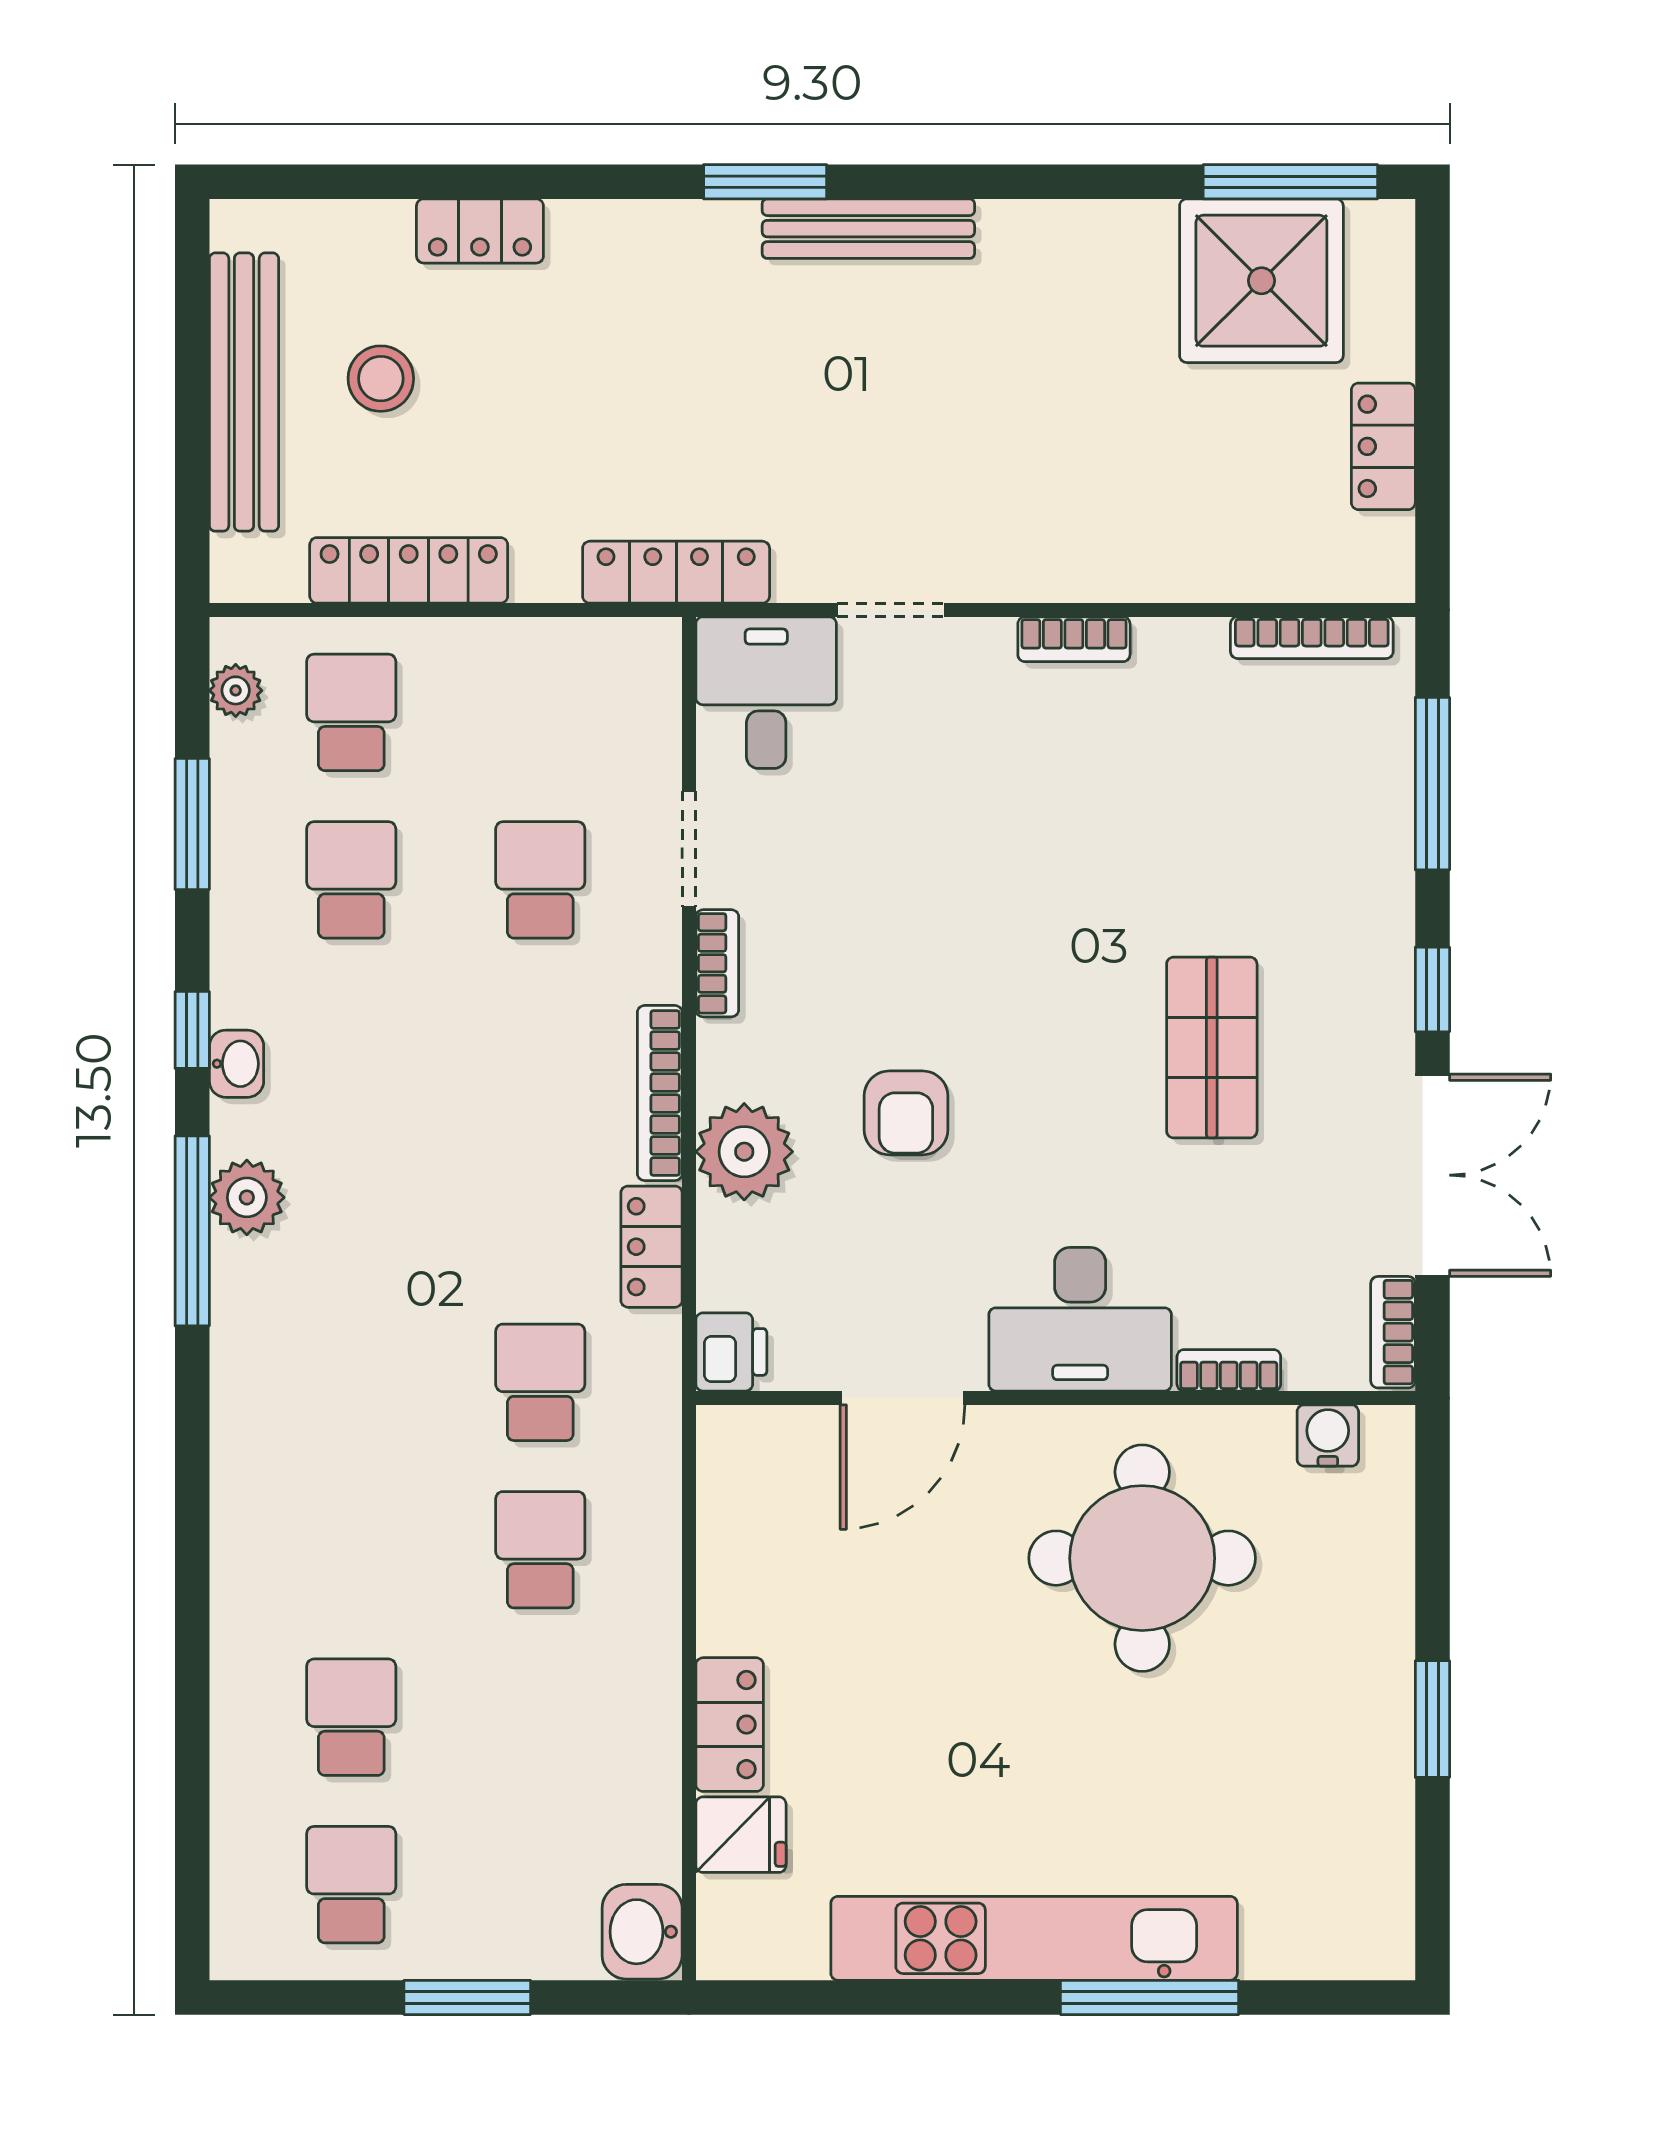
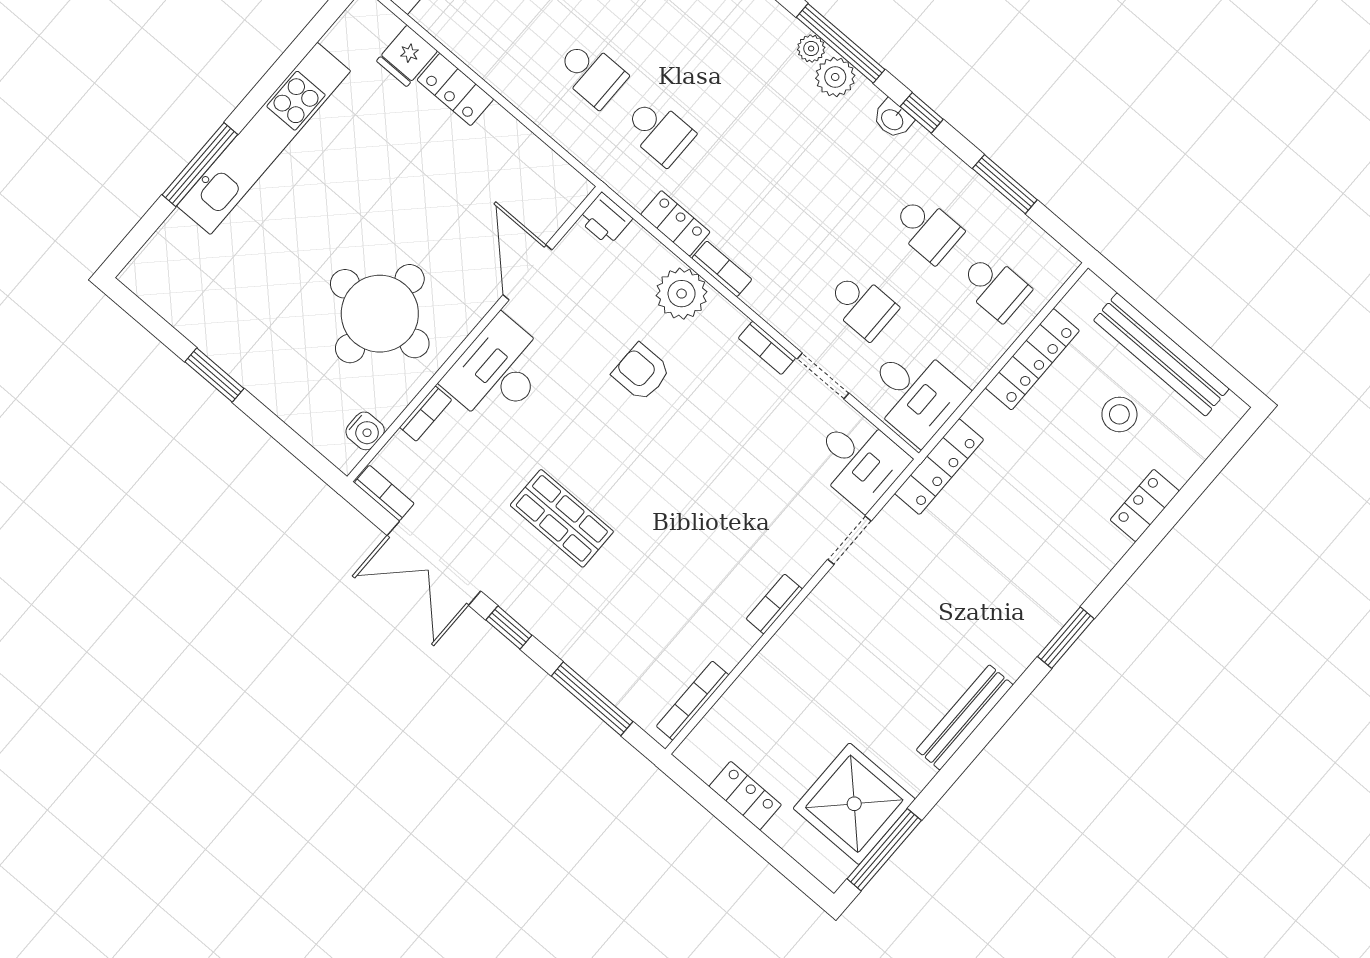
bench: (868, 229) -> (965, 717), moved
plant: (236, 690) -> (811, 49), moved
desk: (601, 697) -> (915, 393), added
bookcase: (660, 1093) -> (722, 269), width x0.64

